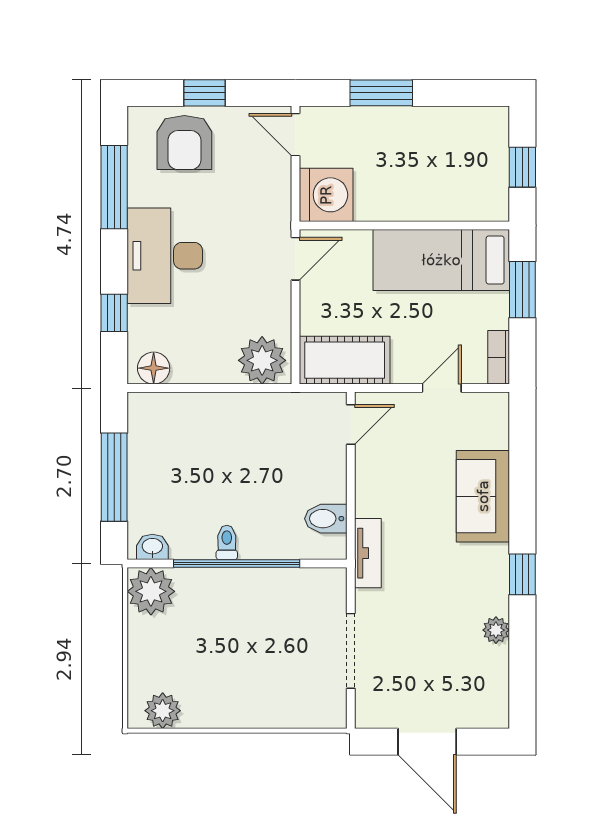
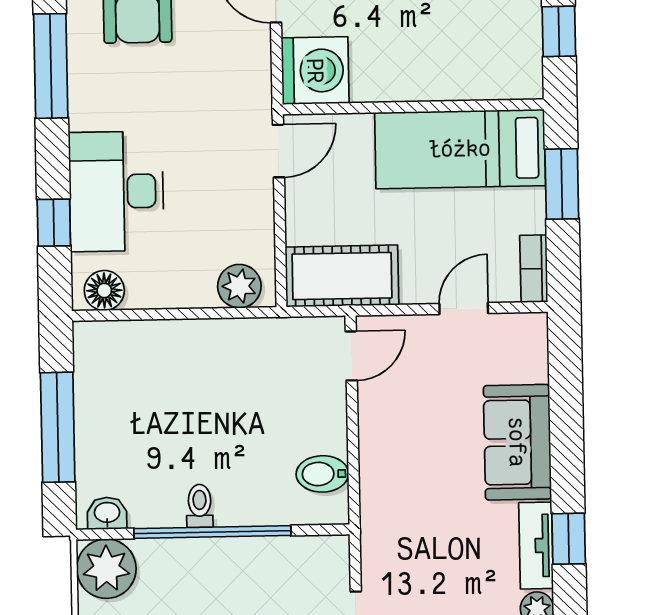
desk: (165, 256) -> (116, 191), moved
plant: (262, 360) -> (239, 286), width x0.73, depth x0.73
tv unit: (368, 553) -> (536, 546), moved, turned 180

